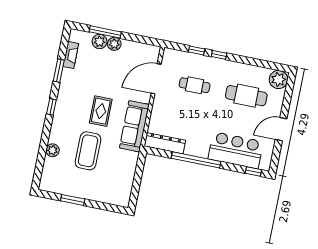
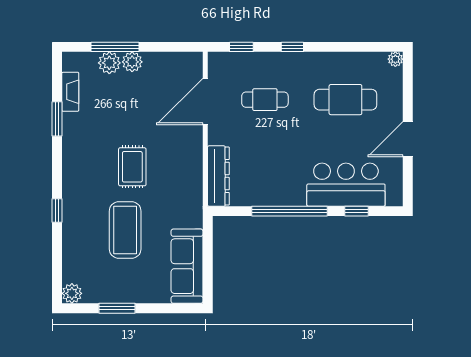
window: (197, 50) -> (241, 47), moved
plant: (279, 80) -> (395, 59), width x0.53, depth x0.53
window: (51, 107) -> (57, 210), moved
sofa: (134, 126) -> (187, 266), moved
dresser: (165, 143) -> (218, 176), moved, turned 90
plant: (53, 150) -> (72, 293), moved
window: (253, 172) -> (356, 211), moved

